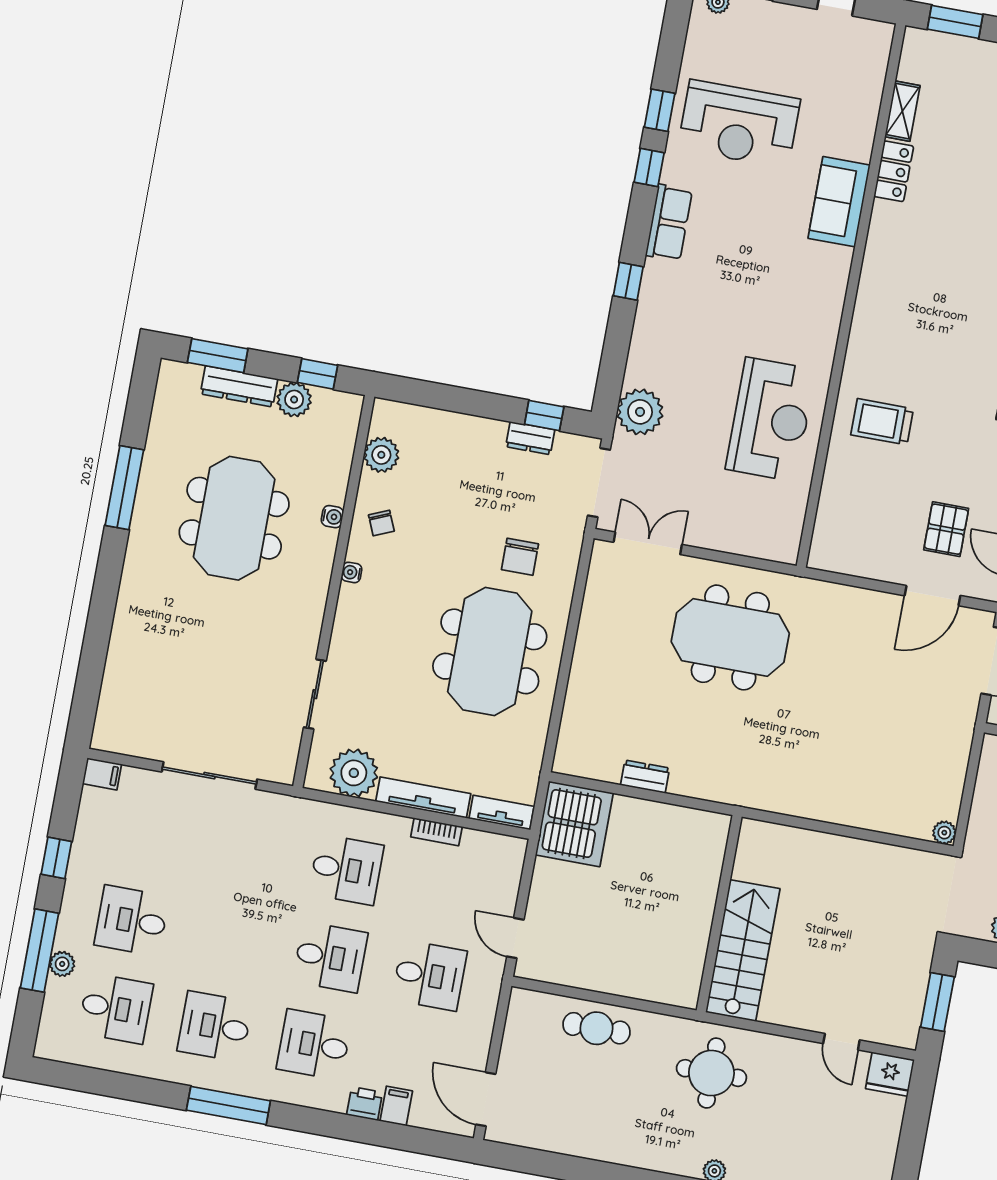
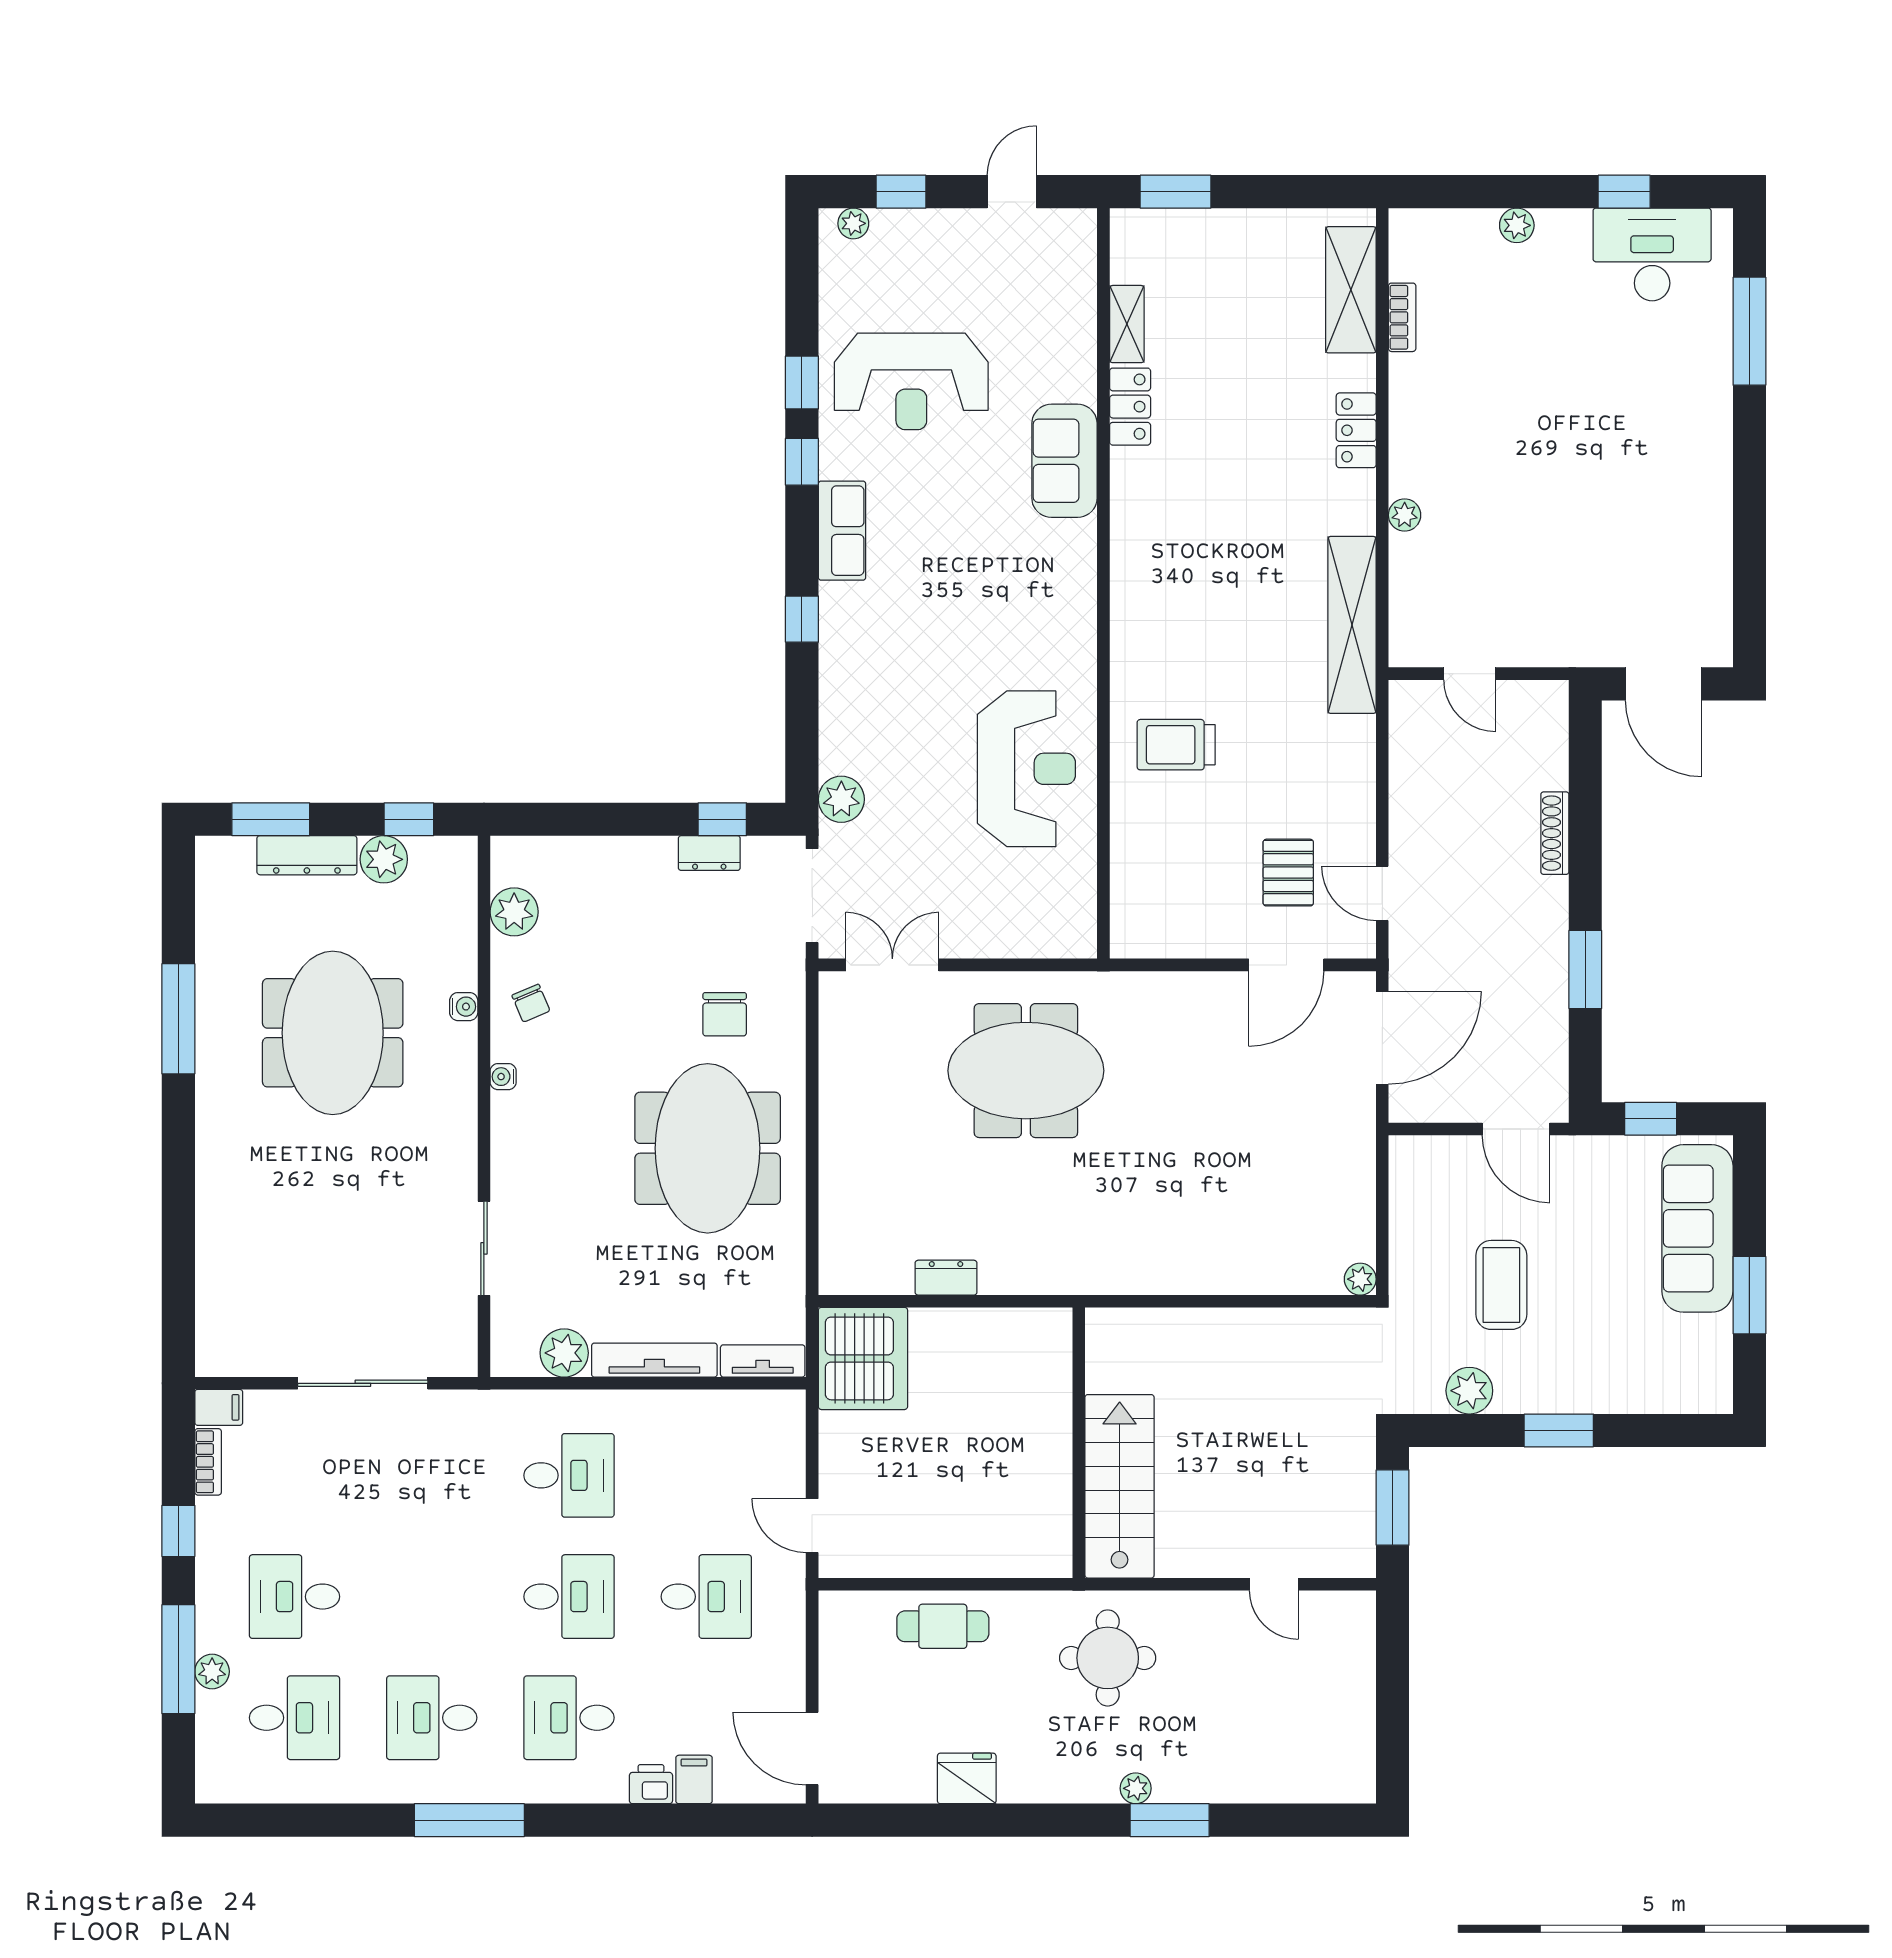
plant: (640, 412) -> (841, 799), width x0.73, depth x0.73
plant: (354, 773) -> (564, 1353), width x0.73, depth x0.73
bookcase: (436, 832) -> (208, 1462), moved, turned -90
fridge: (890, 1074) -> (967, 1778), moved, turned 180

